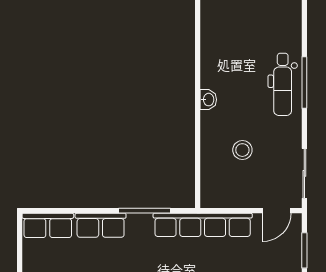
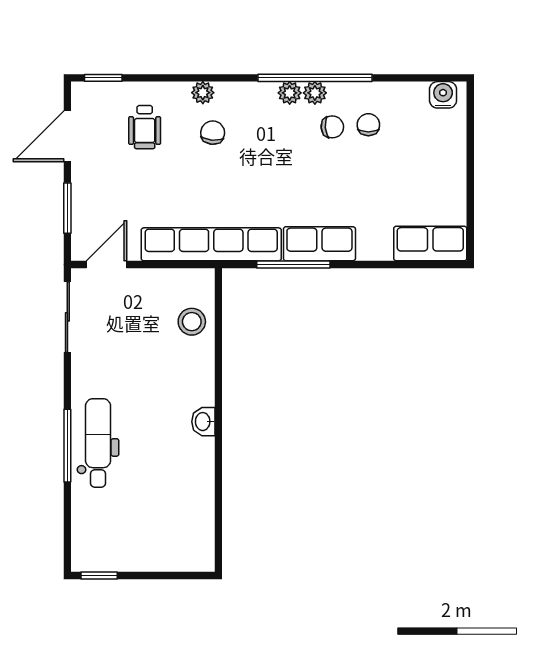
stool: (242, 150) -> (192, 322), moved
row of seats: (101, 225) -> (319, 244), moved

